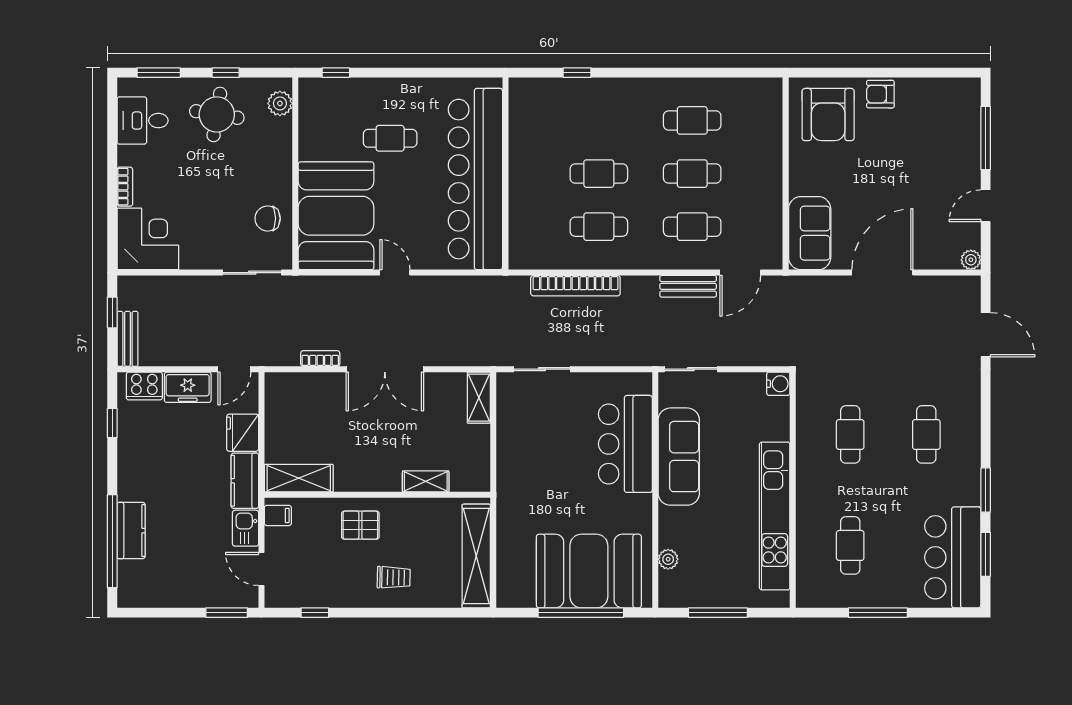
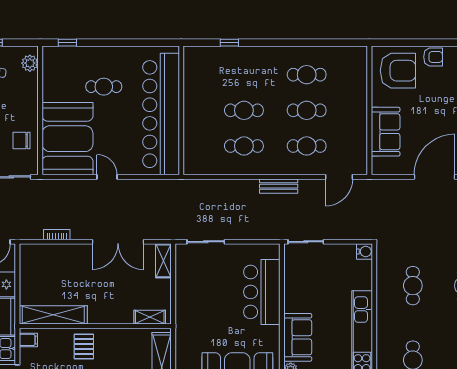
armchair: (880, 94) -> (433, 57), turned 180
armchair: (828, 115) -> (398, 71), turned -90
sofa: (810, 233) -> (386, 132), moved
bookcase: (575, 286) -> (228, 186), removed
bench: (688, 286) -> (279, 186), moved
double door: (385, 369) -> (118, 242), moved
sofa: (679, 457) -> (298, 337), moved, width x0.73
shelving: (299, 478) -> (53, 315), width x1.47
shelving: (426, 481) -> (150, 317), moved
pallet: (360, 525) -> (84, 346), turned 90

